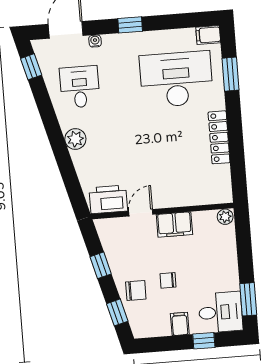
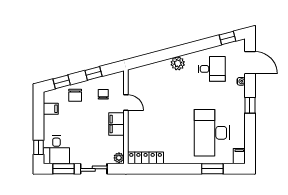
desk: (176, 79) -> (212, 133), turned 180
locker: (219, 137) -> (146, 158), moved
printer: (108, 199) -> (136, 82), removed
sliding door: (245, 253) -> (94, 169), added
chair: (168, 280) -> (103, 94), moved
filing cabinet: (180, 324) -> (51, 109), moved
window: (204, 341) -> (39, 147), moved

